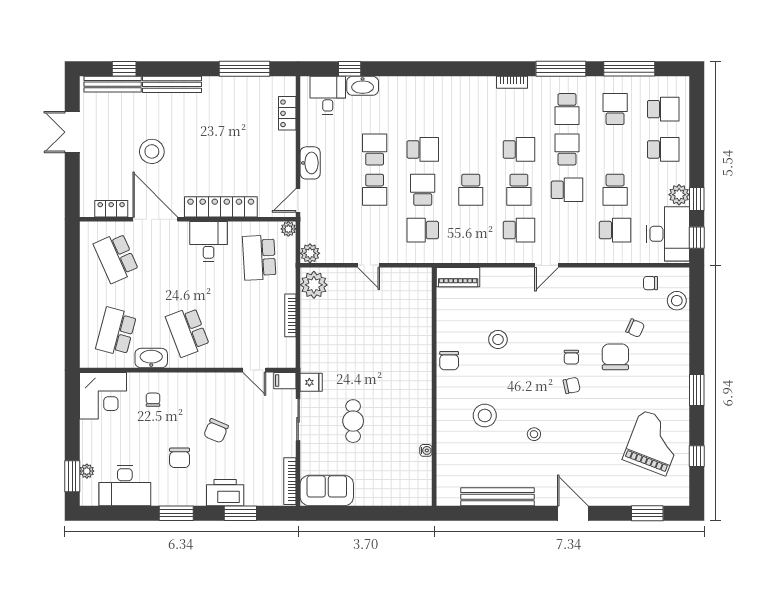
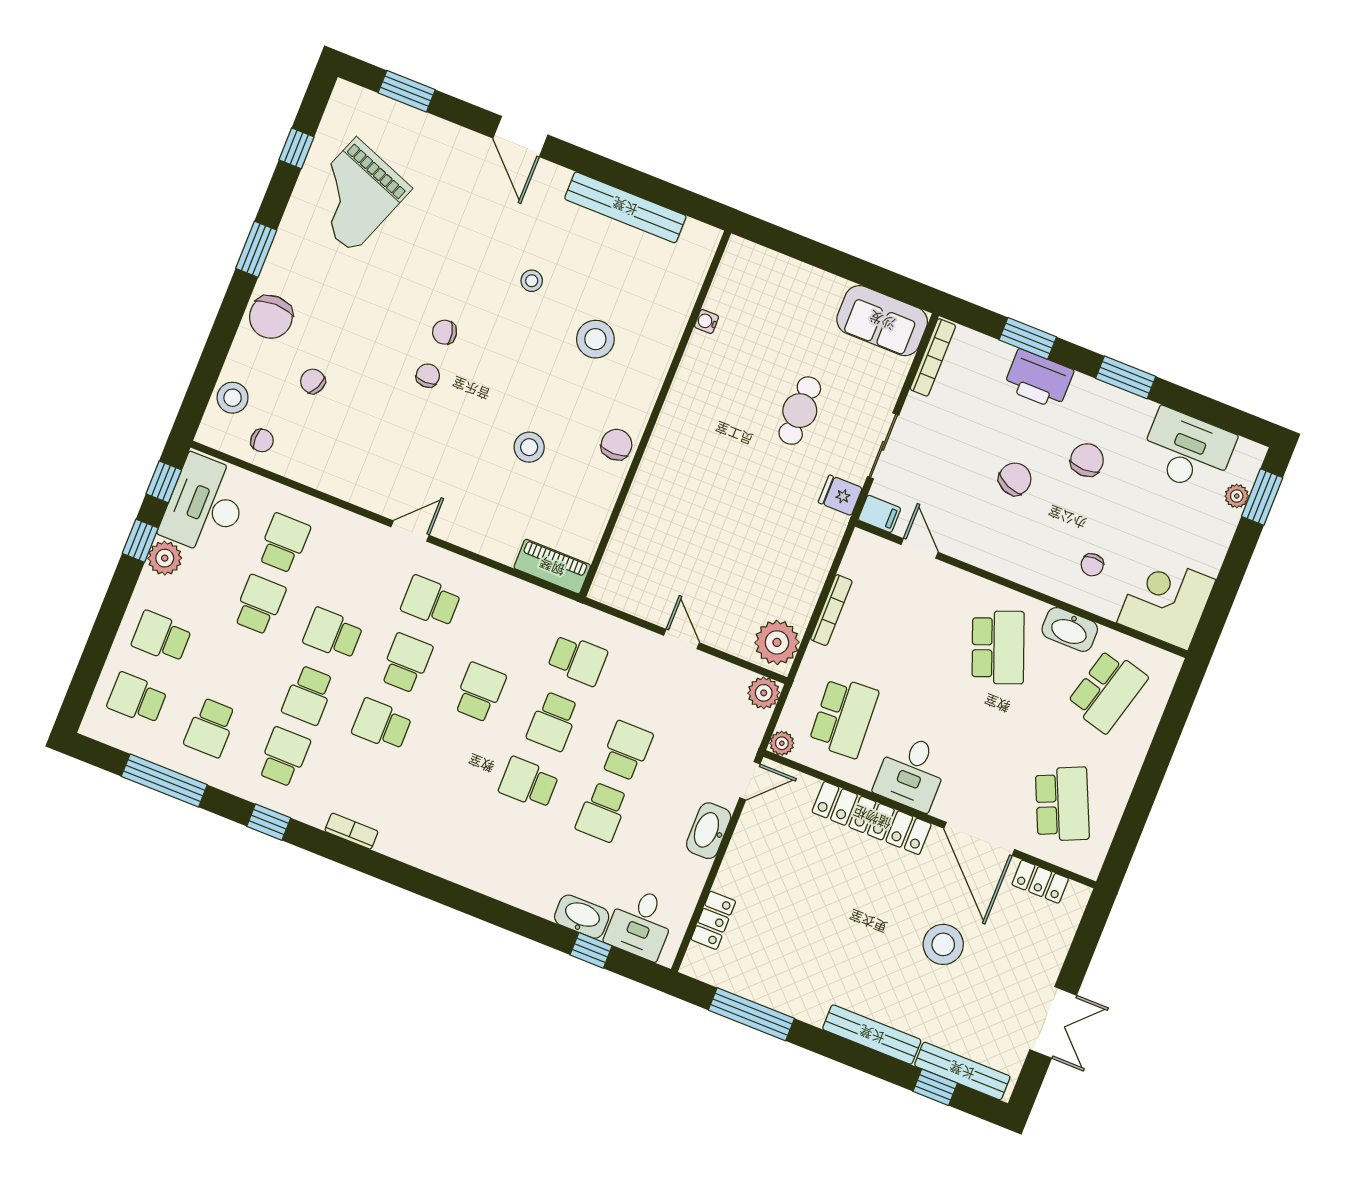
window: (561, 69) -> (269, 822), width x0.46
school desk: (615, 230) -> (284, 543), turned 90
chair: (615, 357) -> (271, 317), moved

